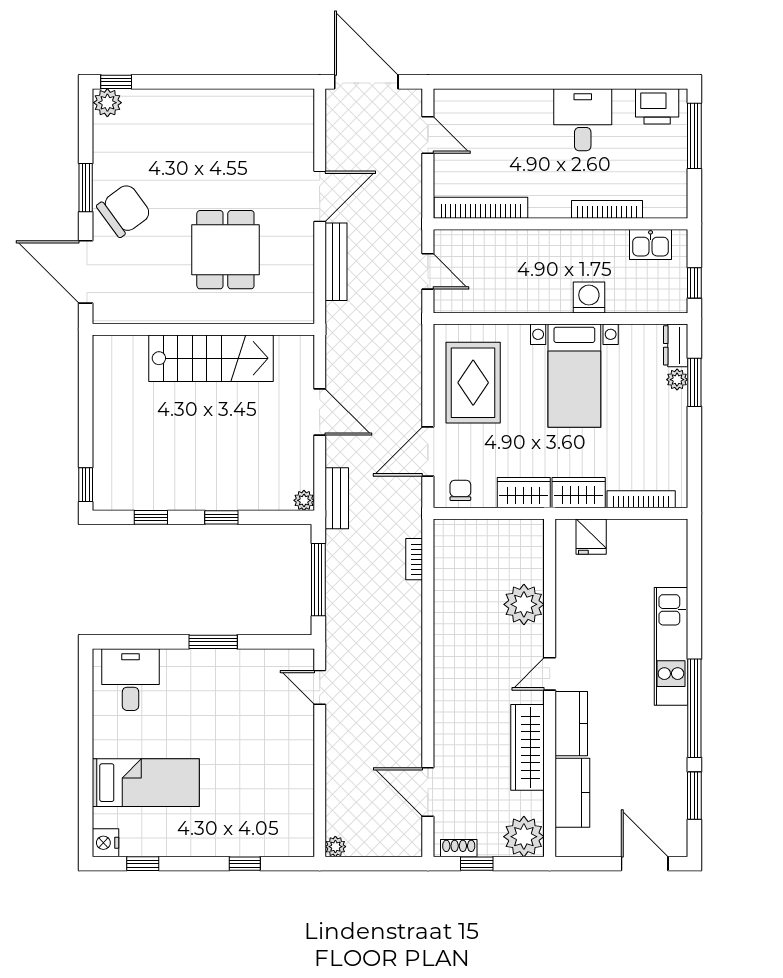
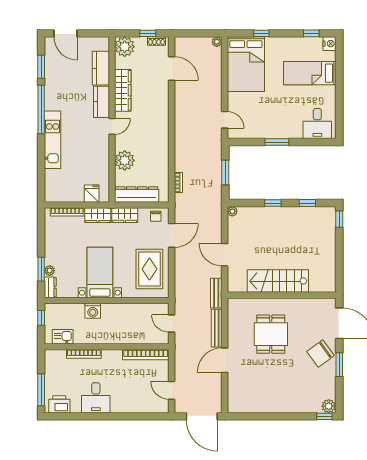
bench: (337, 498) -> (216, 293), moved
dresser: (499, 535) -> (137, 195), added
window: (318, 580) -> (225, 173), width x0.69
bed: (276, 801) -> (246, 64), added

